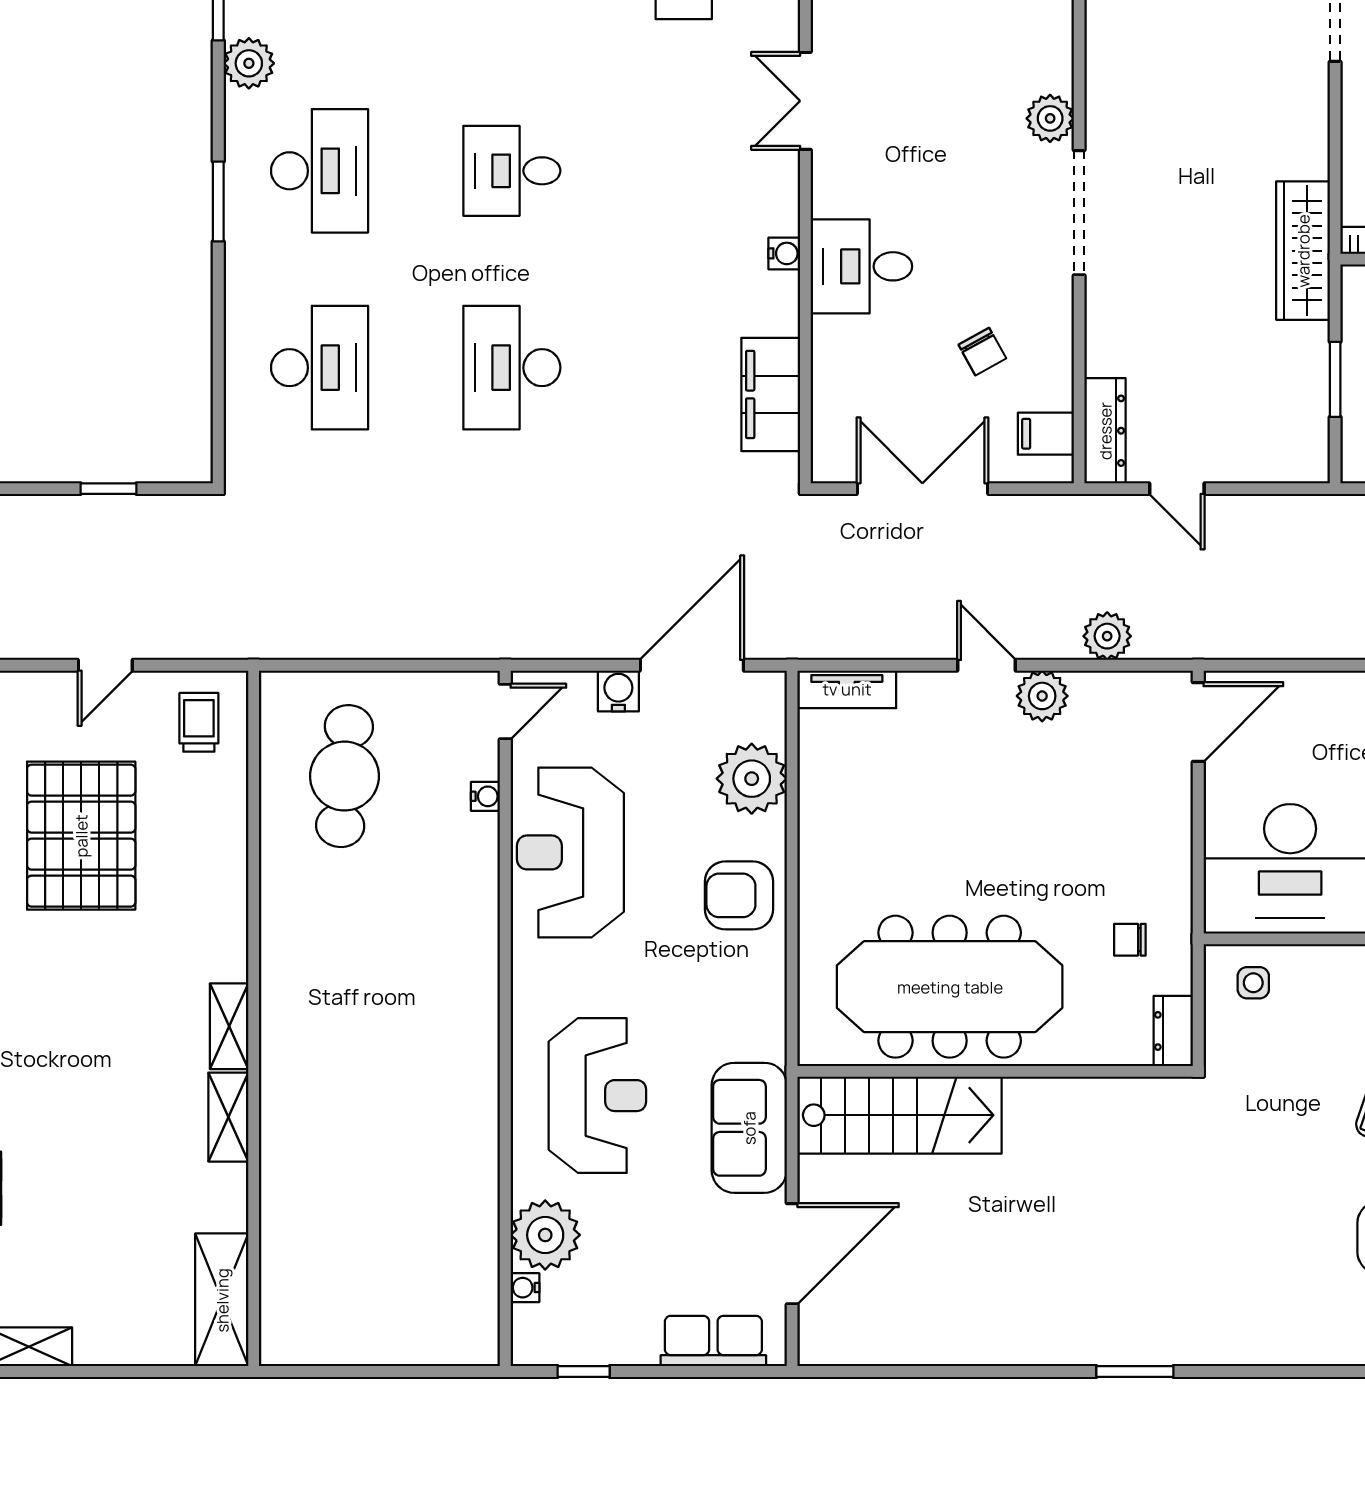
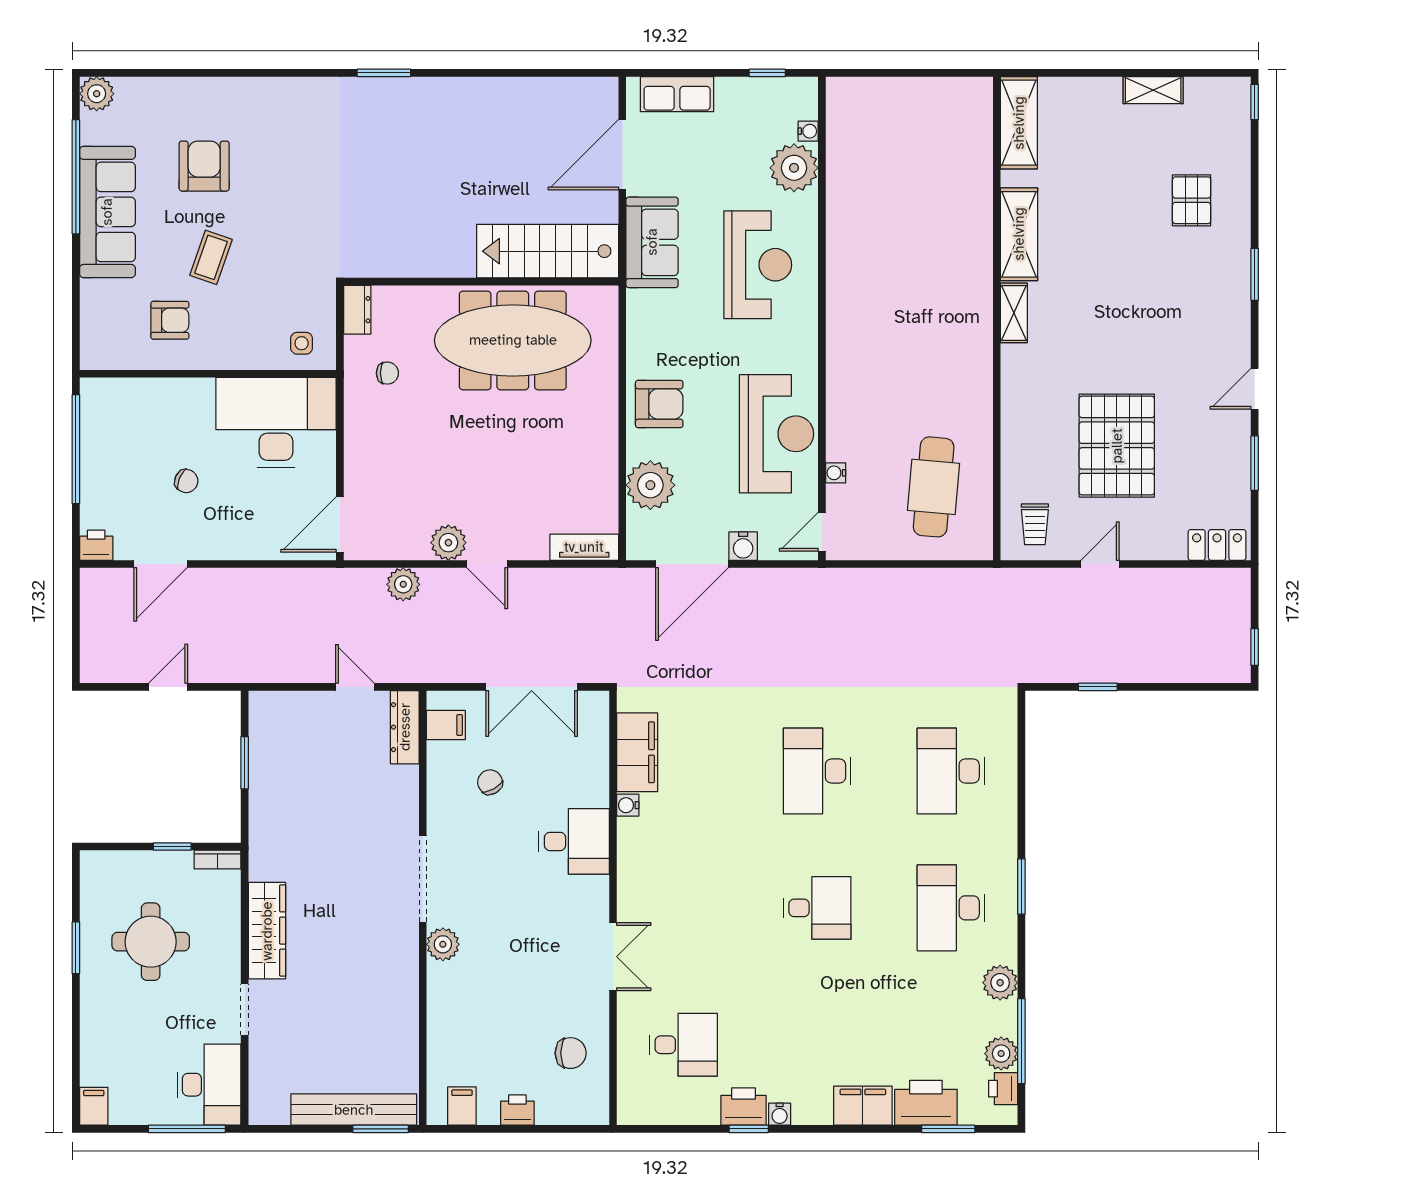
wardrobe: (1303, 251) -> (267, 931), moved
water cooler: (784, 253) -> (628, 805), moved
desk: (512, 368) -> (817, 771), turned 180
reception desk: (597, 1096) -> (758, 265), turned 180
shelving: (228, 1117) -> (1019, 234), width x1.50, depth x1.33

